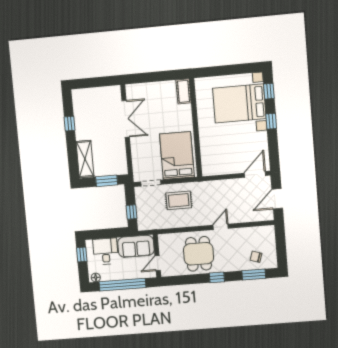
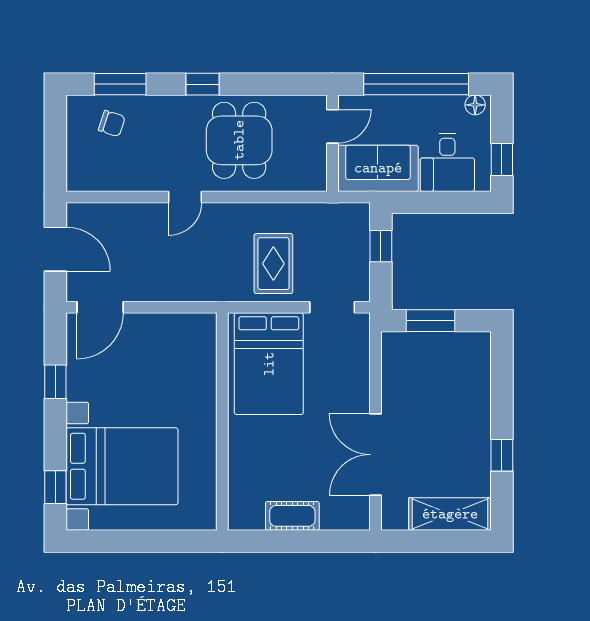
cot: (184, 91) -> (292, 516), moved, turned 90
window: (271, 121) -> (55, 382), moved
shelving: (85, 159) -> (450, 514), moved, turned 90
door: (277, 199) -> (55, 249), hinge flipped
rug: (179, 200) -> (273, 264), turned 90

